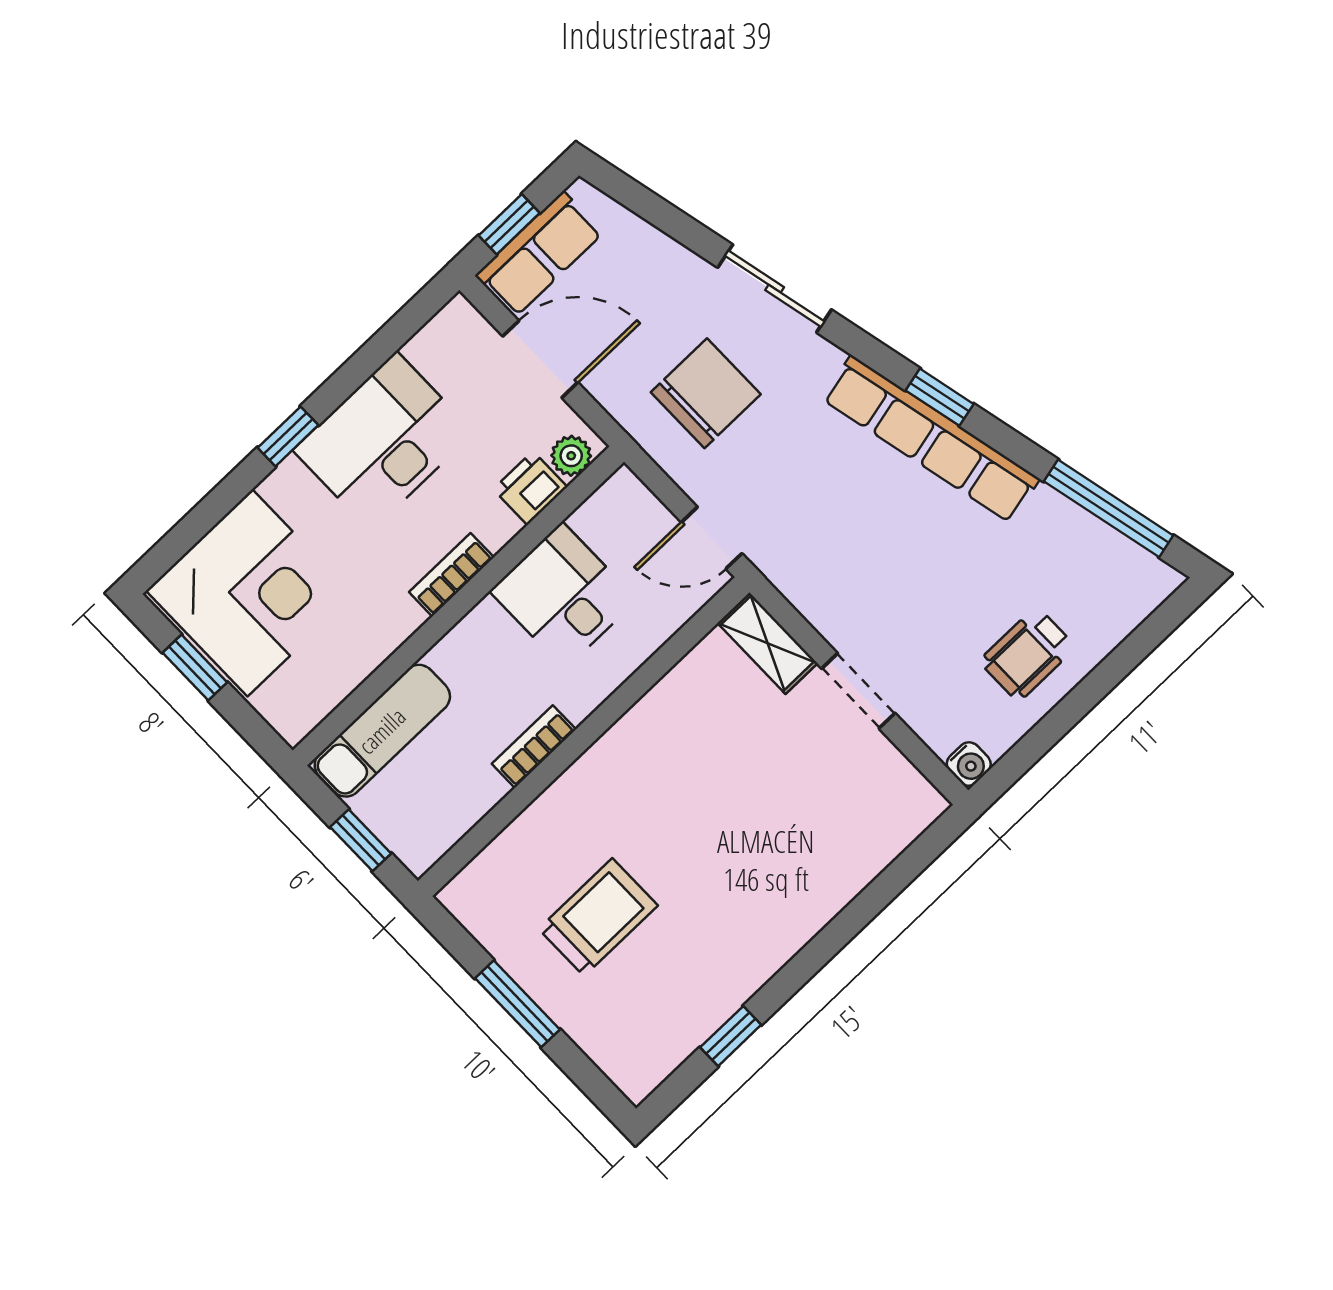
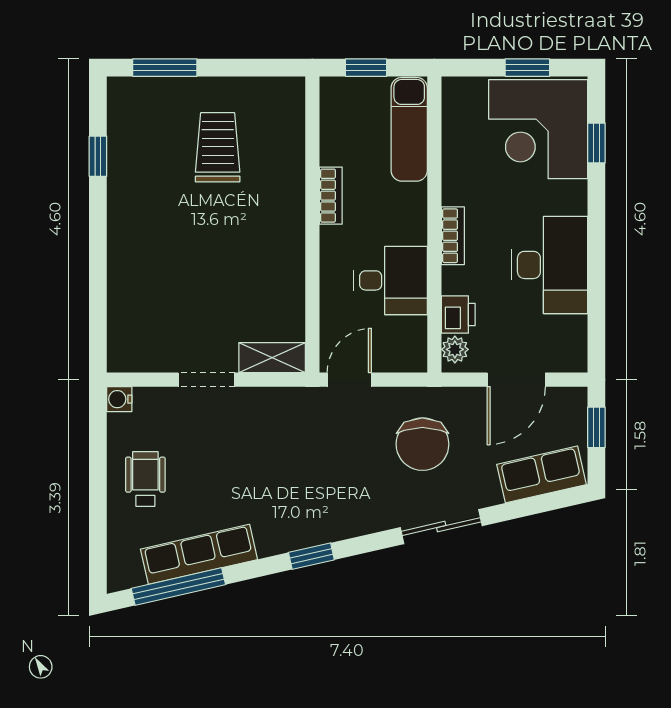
row of seats: (539, 254) -> (542, 474), moved, turned 77
window: (288, 436) -> (596, 143), moved
row of seats: (931, 439) -> (199, 554), moved, width x0.73
trolley: (598, 917) -> (218, 147), turned 180
window: (517, 1004) -> (165, 68), moved

